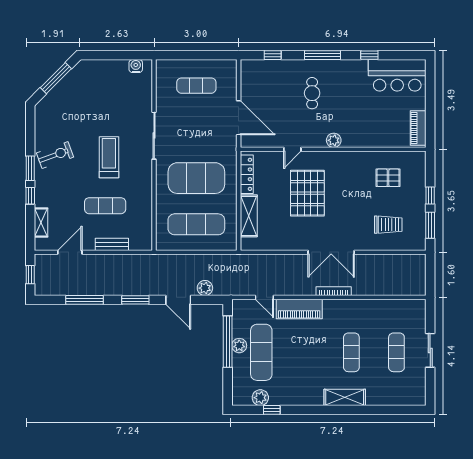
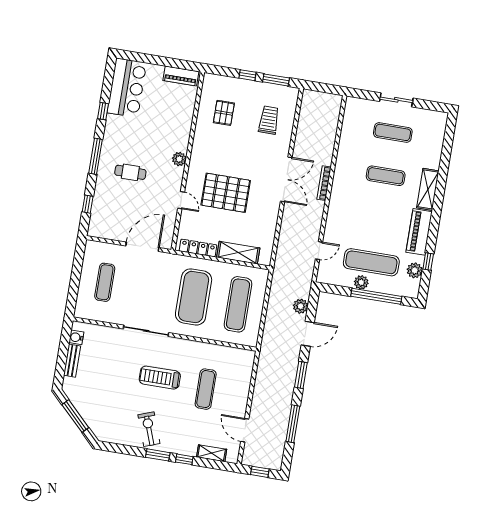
bench: (112, 244) -> (72, 361), moved
piano: (299, 309) -> (419, 232), moved, turned 180
window: (228, 342) -> (376, 296), moved

